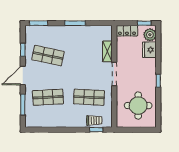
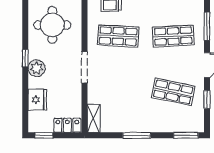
plant: (150, 35) -> (37, 68), moved
shelving: (107, 51) -> (94, 118), moved

